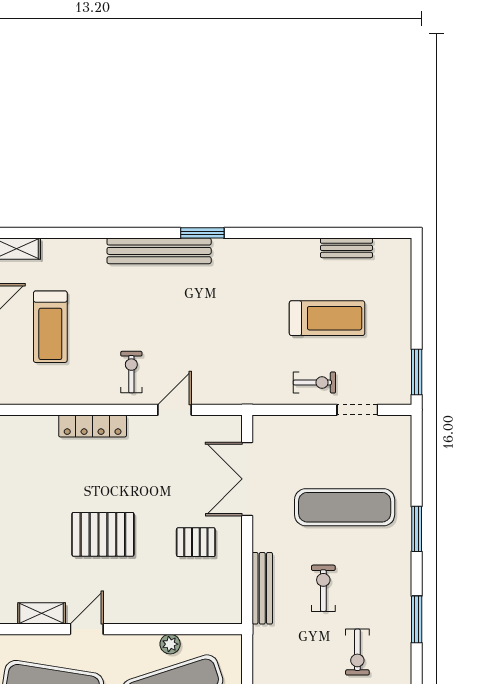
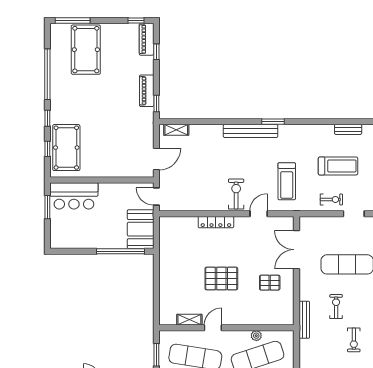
treadmill: (50, 327) -> (287, 181), moved
exercise bike: (131, 372) -> (236, 194), width x1.38, depth x1.39
bench: (262, 588) -> (304, 320), moved

